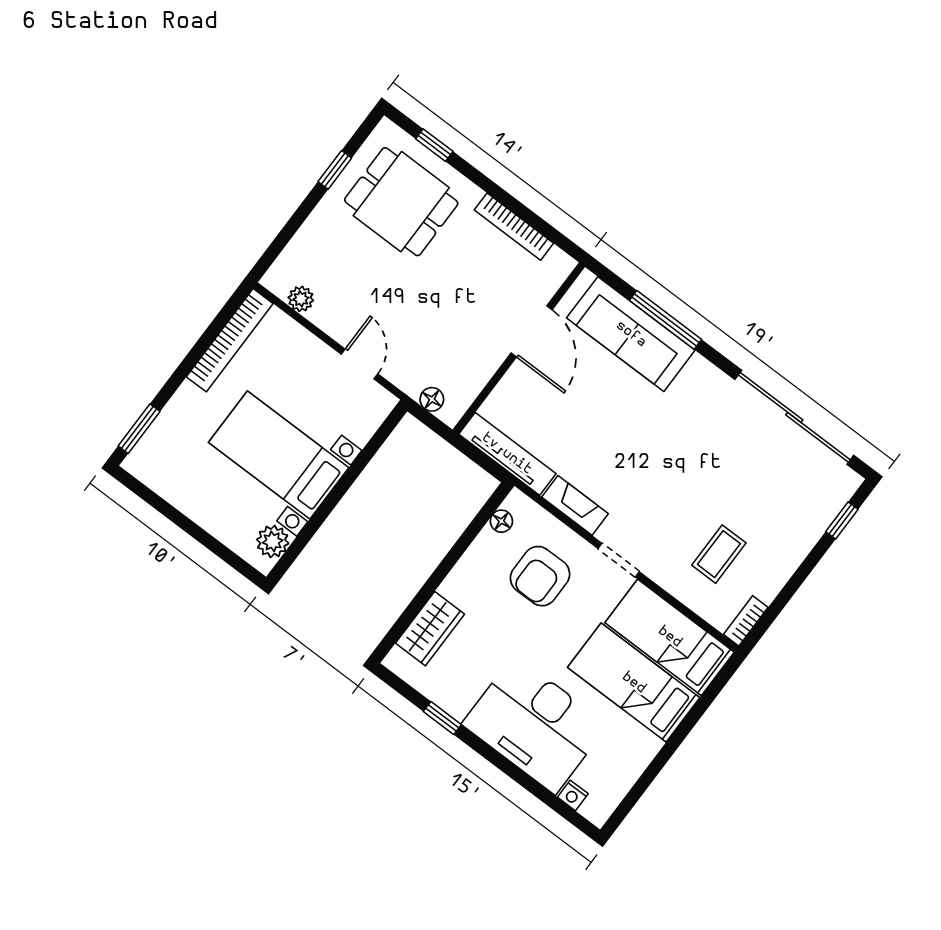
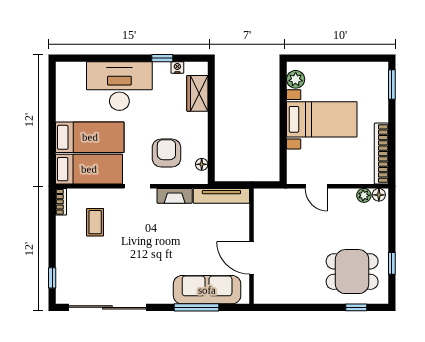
bookcase: (514, 227) -> (294, 298), removed
floor lamp: (432, 399) -> (379, 195), moved
nightstand: (573, 795) -> (177, 67), moved

